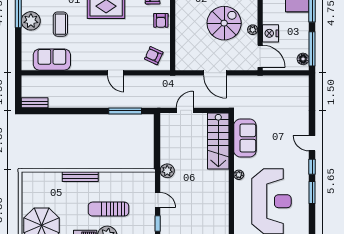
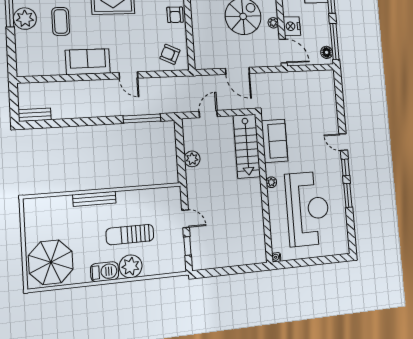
sofa: (52, 60) -> (88, 62), moved
plant: (167, 171) -> (192, 159), moved

